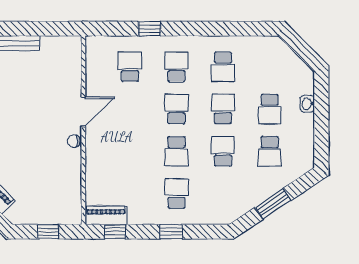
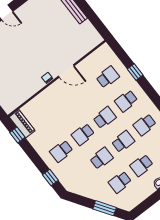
school desk: (176, 67) -> (126, 101), turned 180
school desk: (176, 193) -> (61, 151), turned 180
window: (273, 204) -> (105, 208), moved
window: (171, 232) -> (50, 177), moved

